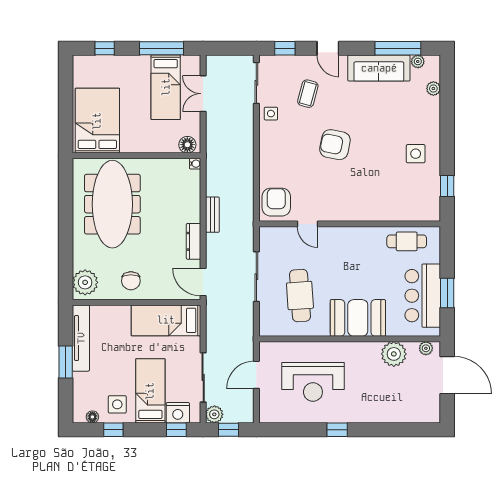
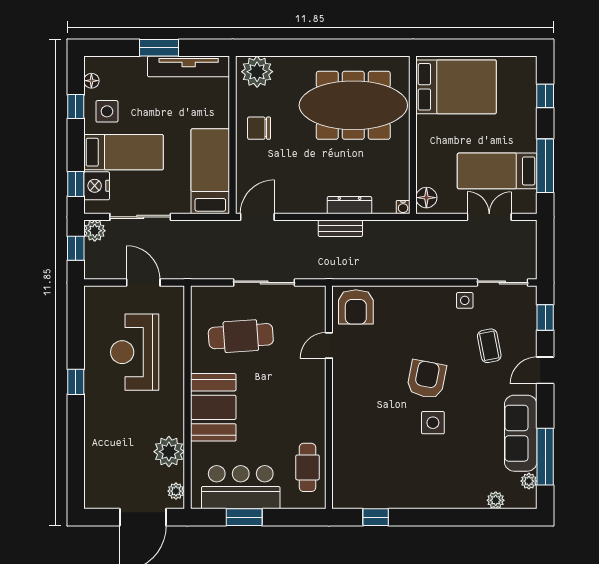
coffee table: (308, 94) -> (489, 346), turned 64
side table: (416, 154) -> (433, 423), moved
armchair: (276, 202) -> (356, 307), turned 90
dresser: (194, 241) -> (349, 205), moved

